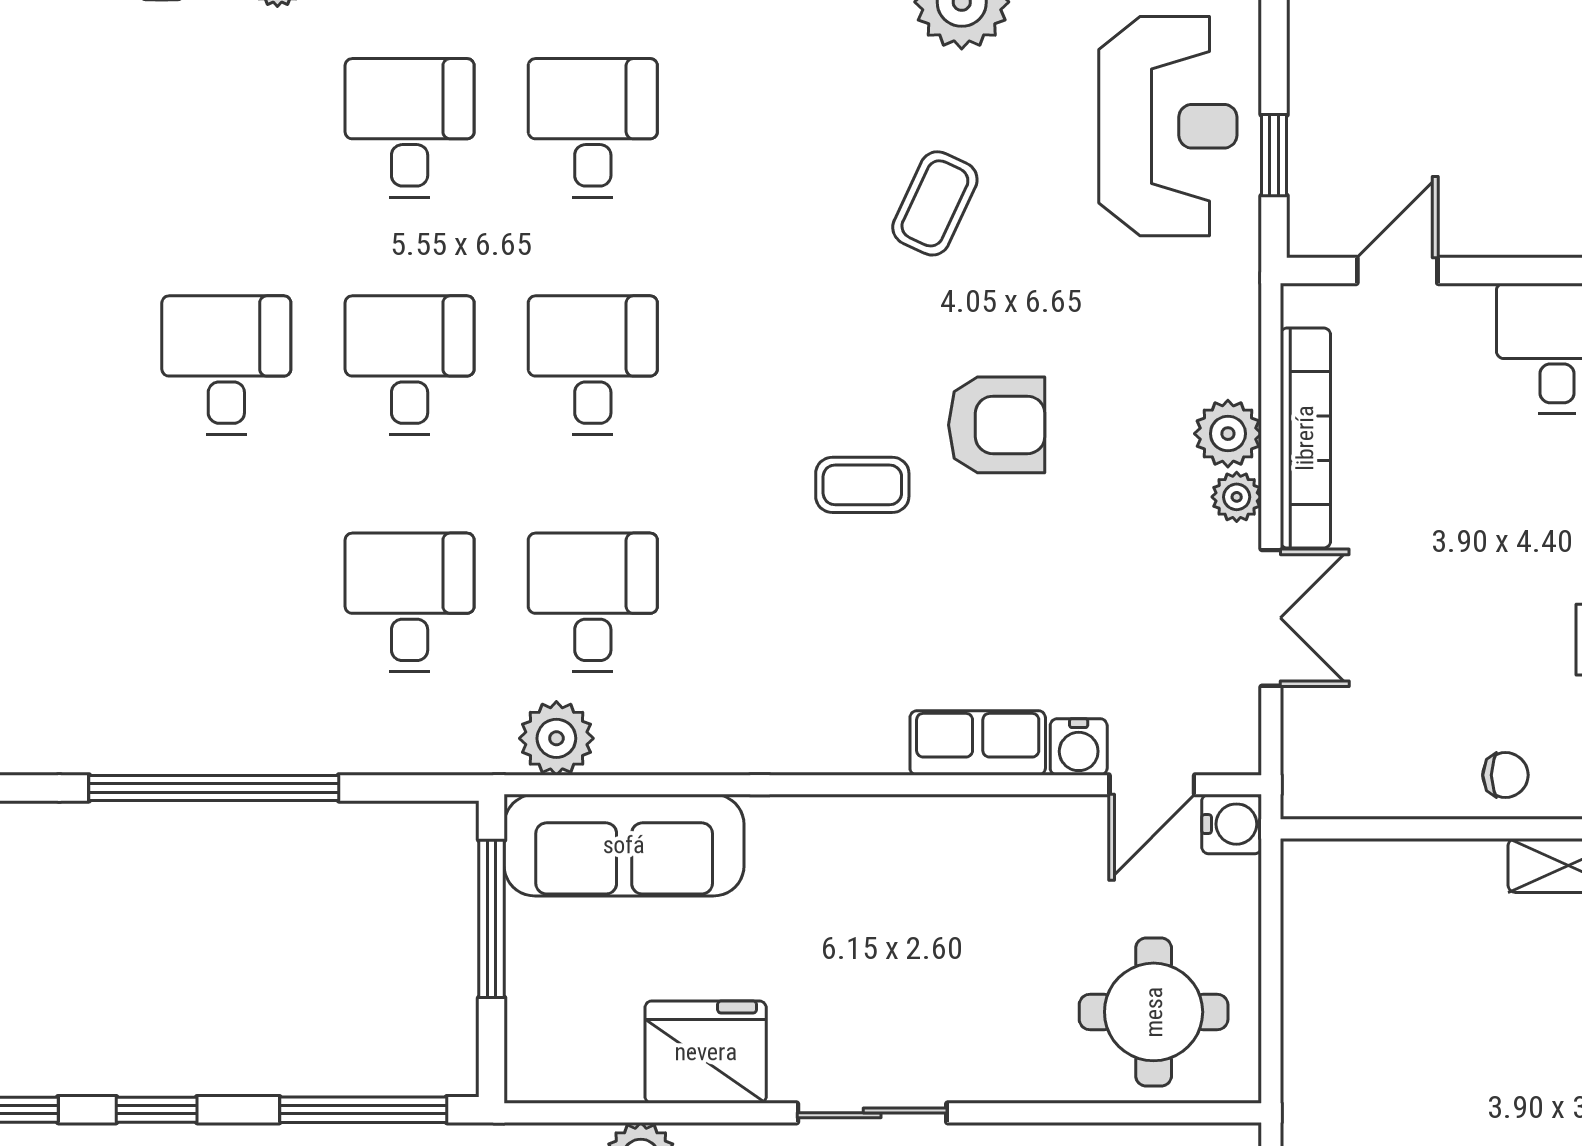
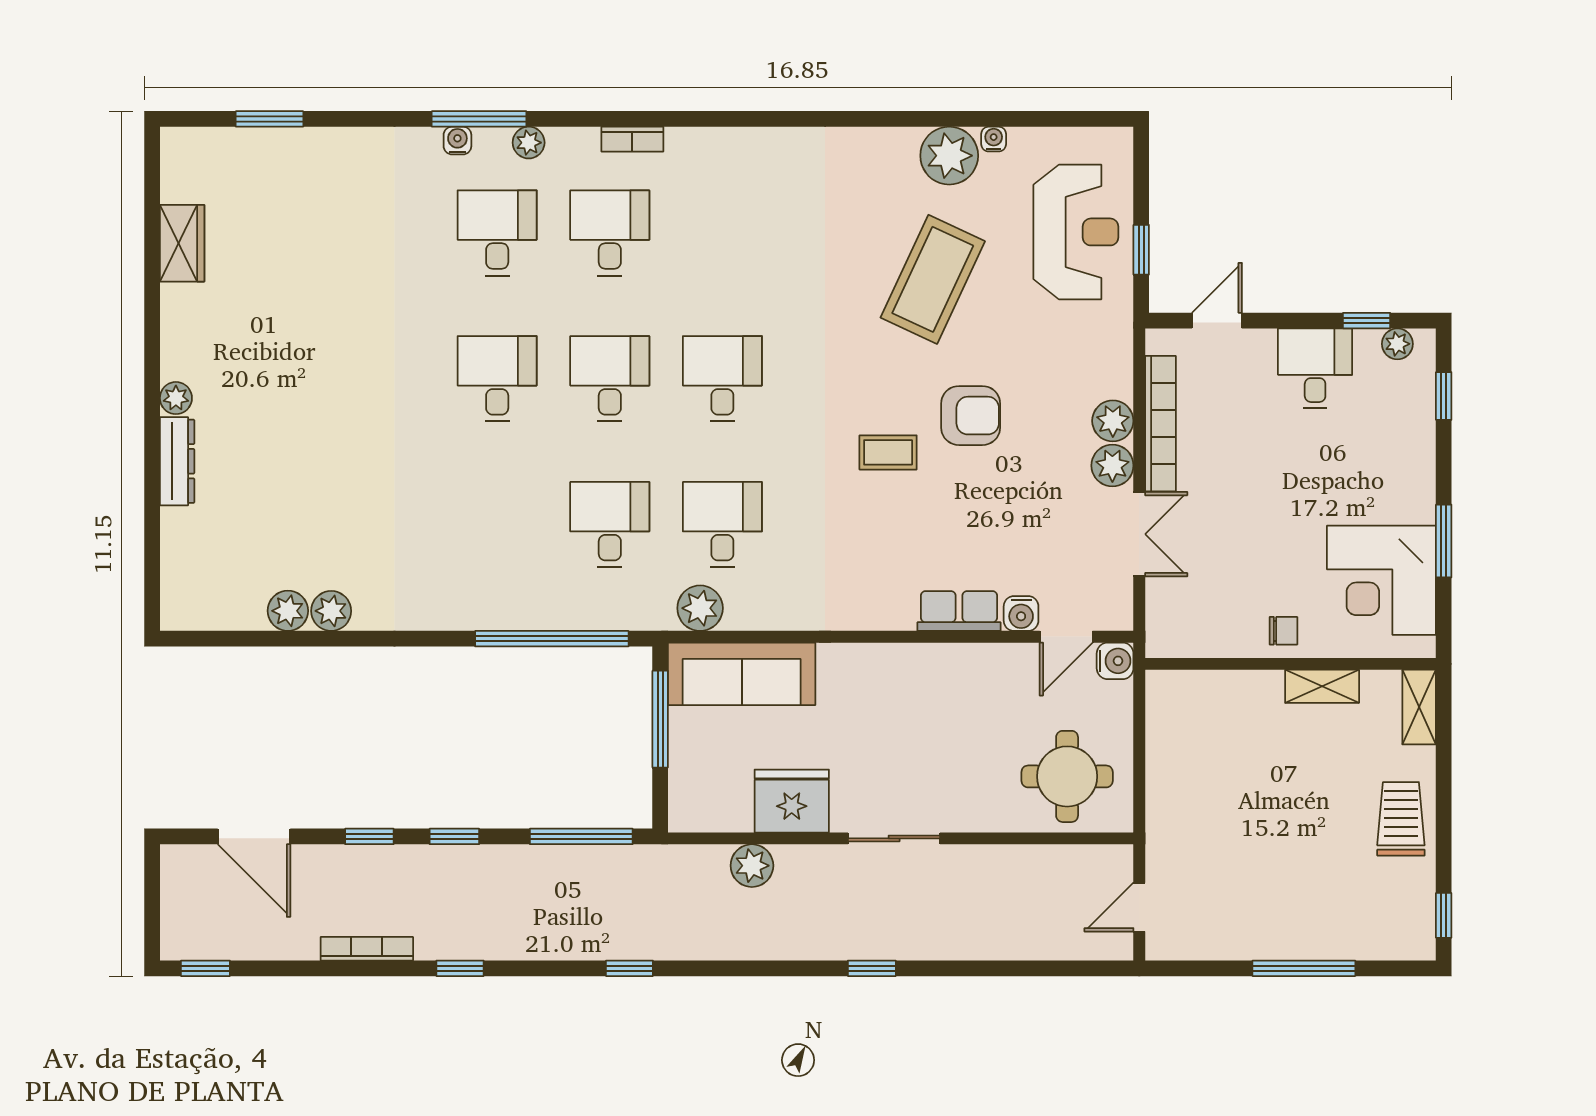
desk: (593, 128) -> (497, 233), moved
coffee table: (935, 203) -> (933, 279), width x1.86, depth x1.72
plant: (1237, 497) -> (1112, 466), width x1.38, depth x1.38
window: (214, 788) -> (552, 639), moved

